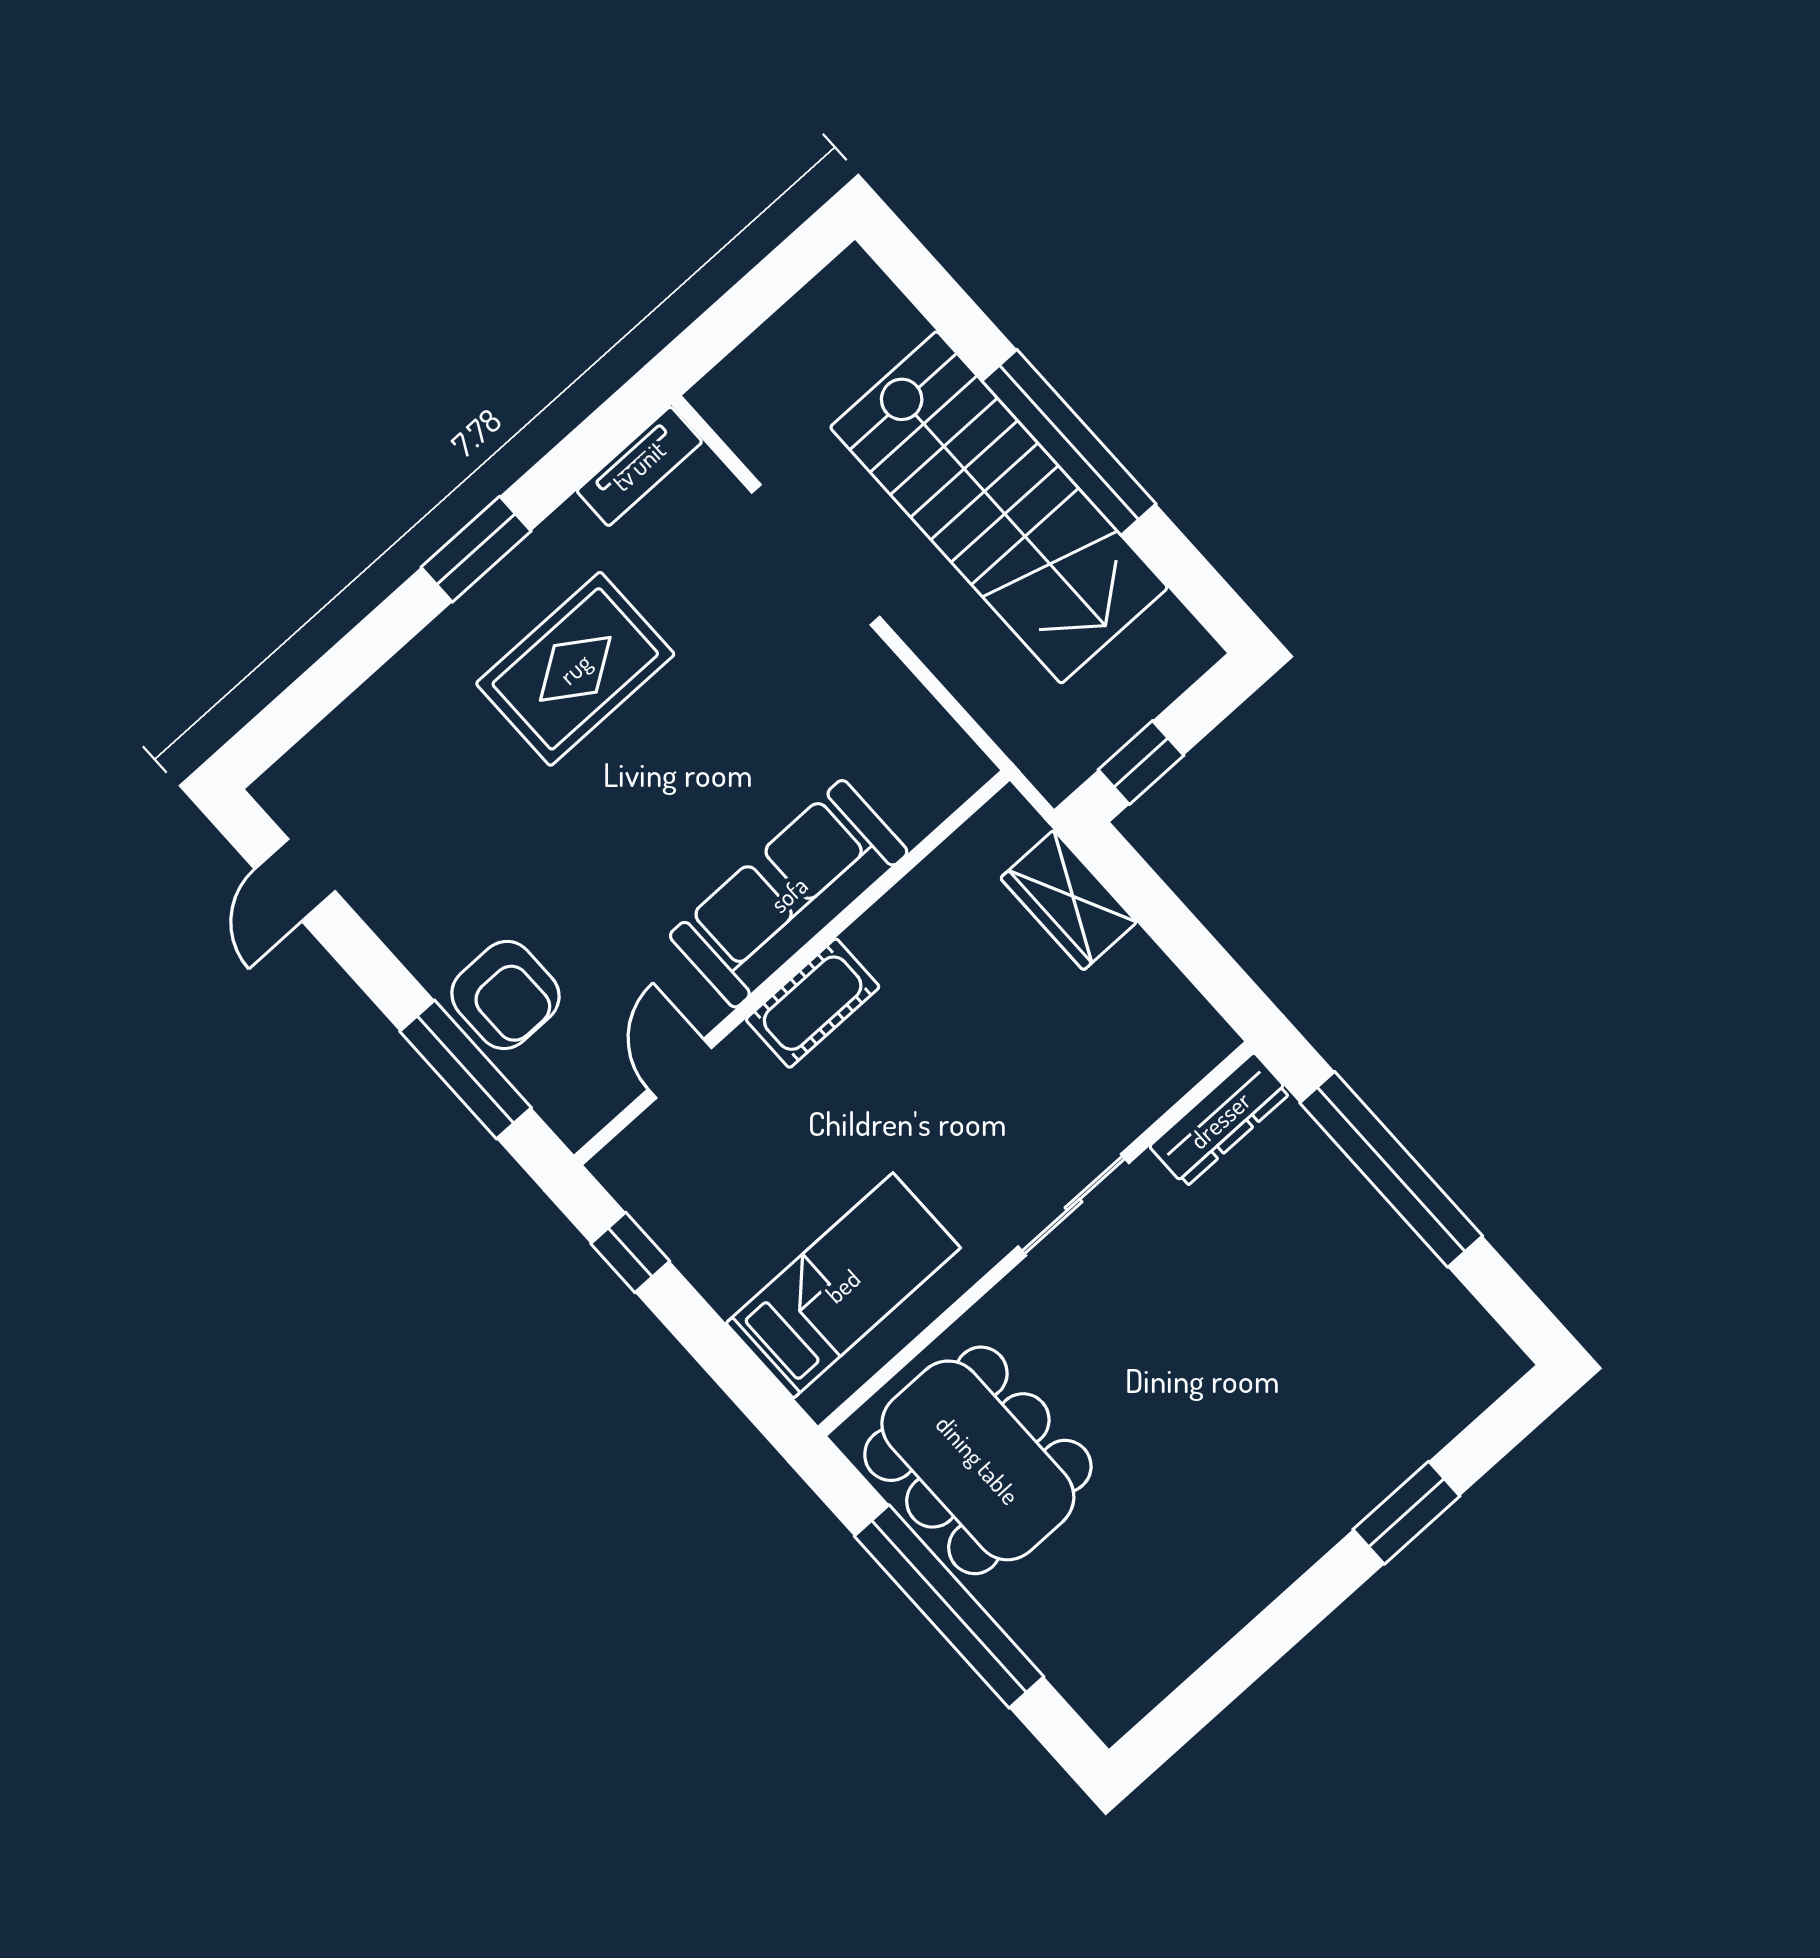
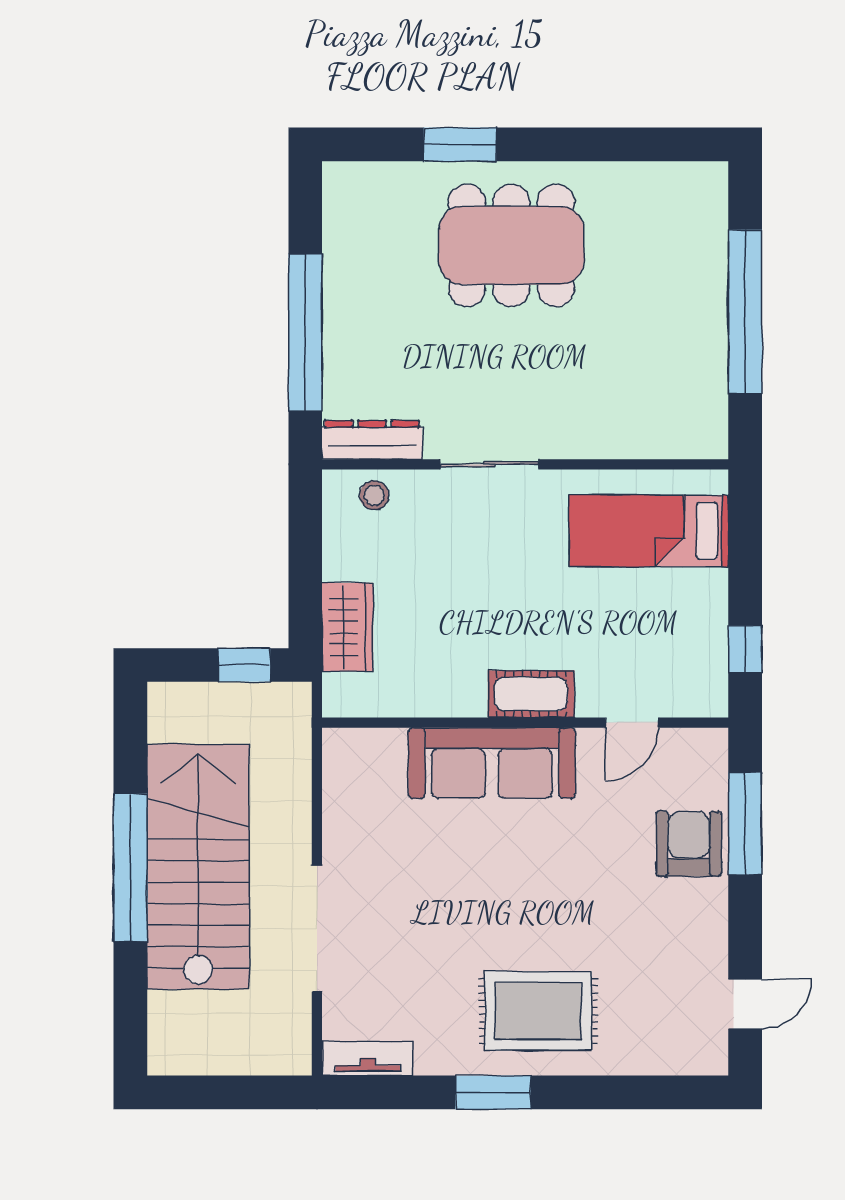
rug: (575, 669) -> (538, 1011), moved
stool: (1165, 1063) -> (374, 495), added
dining table: (978, 1460) -> (511, 245), moved, turned 90

